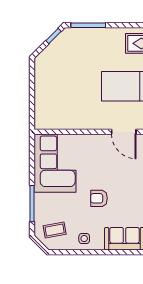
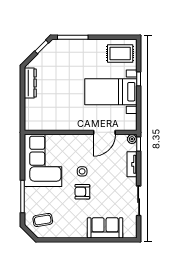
dresser: (41, 76) -> (30, 83), added
door: (124, 132) -> (104, 132), hinge flipped
side table: (84, 238) -> (82, 171), moved

